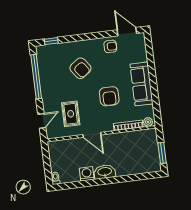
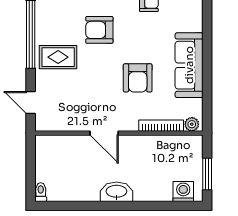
armchair: (80, 68) -> (99, 30), turned 126
rug: (71, 114) -> (58, 57), moved, turned 90
door: (42, 121) -> (31, 102), swing flipped
washing machine: (87, 174) -> (183, 191), moved

